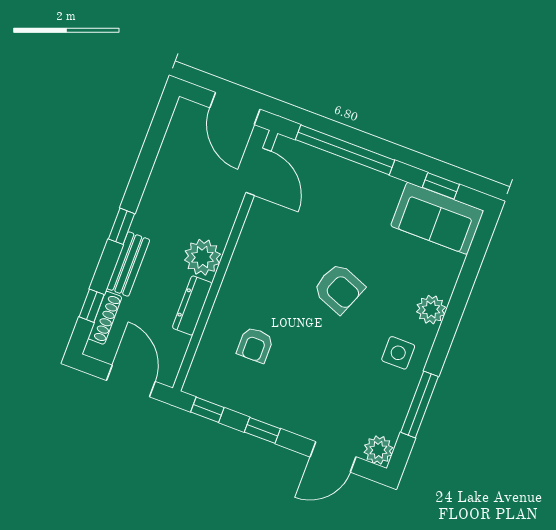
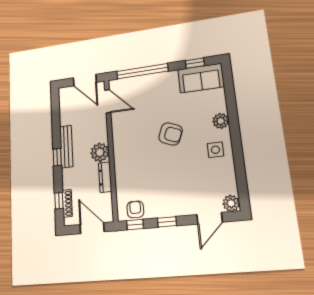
bench: (128, 264) -> (66, 146), moved, width x1.36
armchair: (255, 345) -> (135, 209), moved, turned 180
window: (420, 404) -> (240, 170), removed

